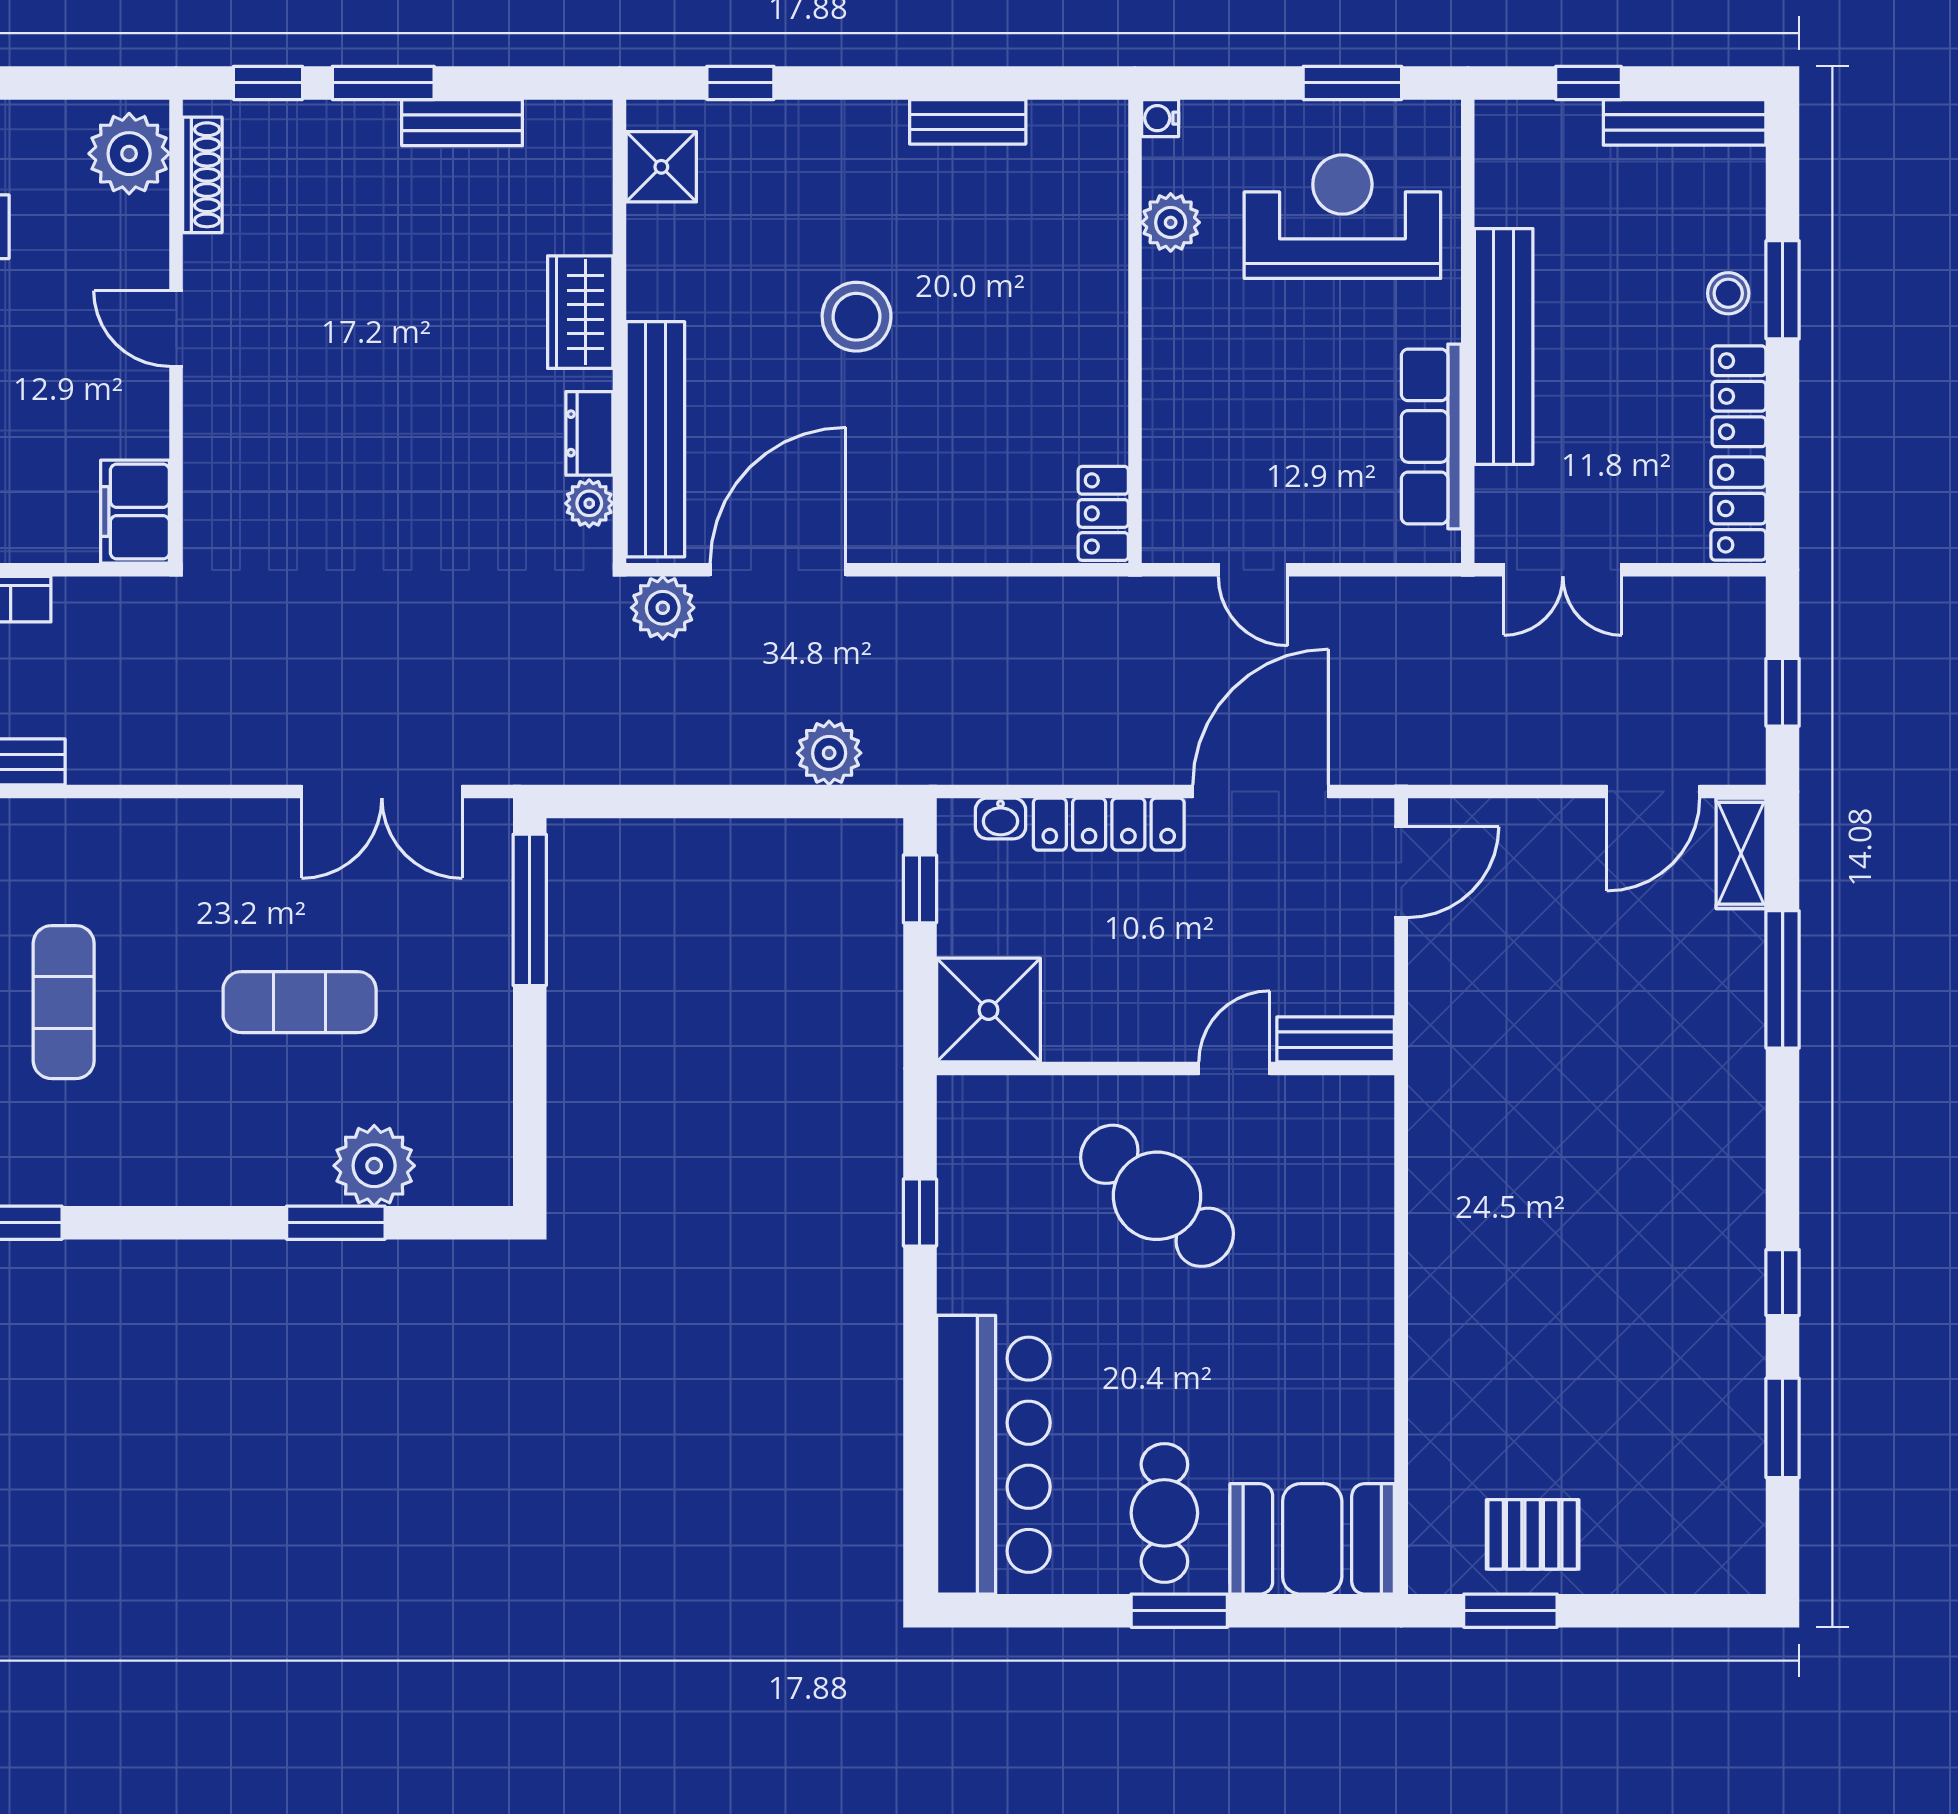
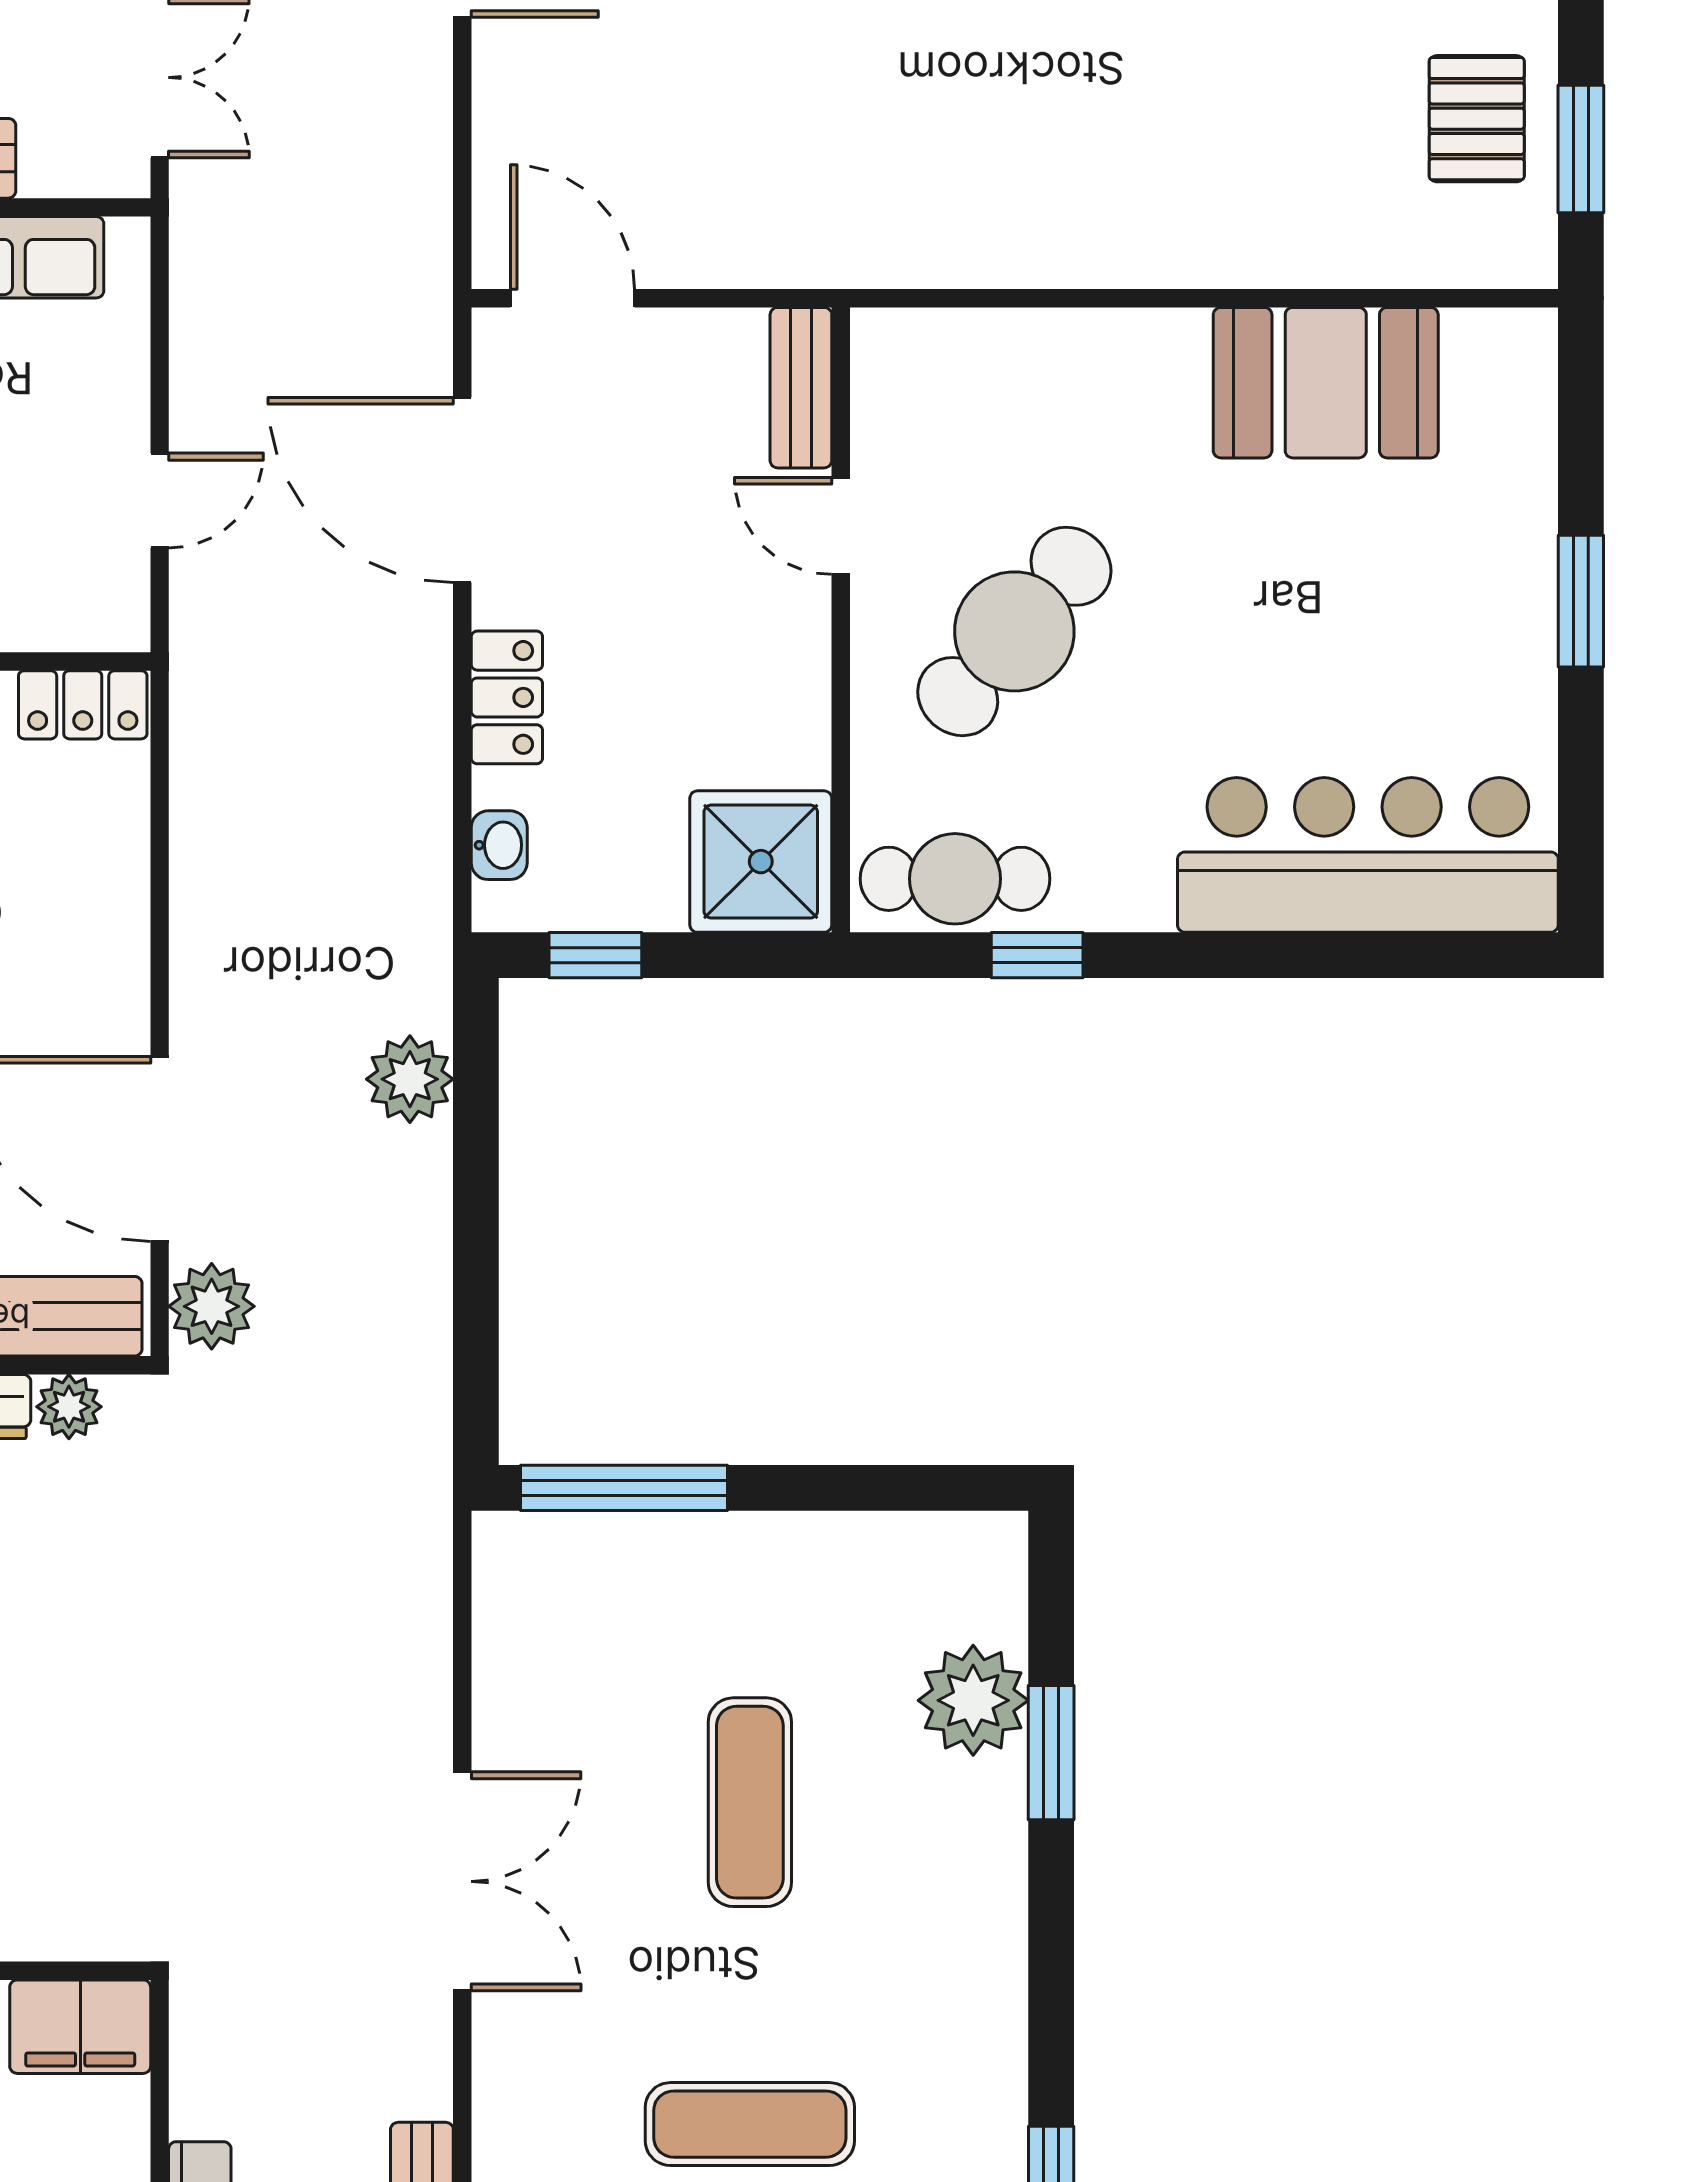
double door: (382, 791) -> (462, 1881), moved
locker: (1109, 824) -> (507, 697), width x0.66
cafe table: (1164, 1513) -> (955, 879), moved
booth: (1312, 1539) -> (1326, 383), moved, turned 90

